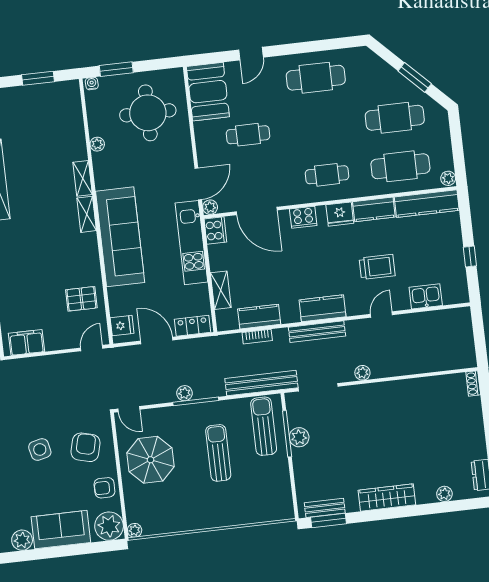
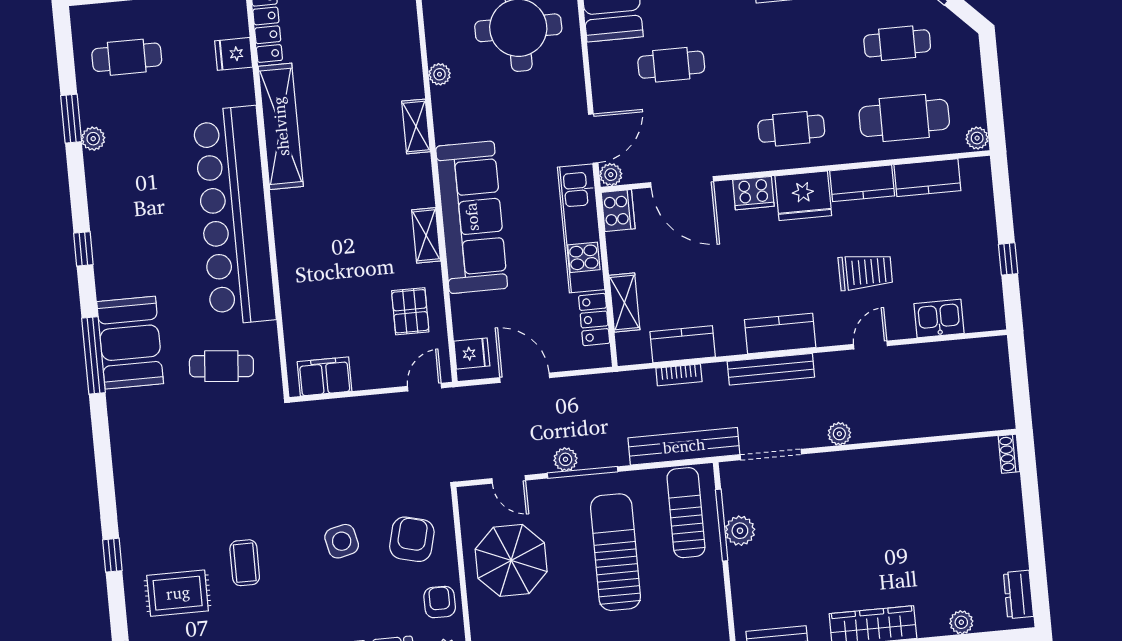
cafe table: (395, 118) -> (897, 43), width x0.73, depth x0.74
kitchen counter: (427, 204) -> (927, 178), width x0.67
shelving: (87, 214) -> (426, 235), moved
fridge: (340, 214) -> (803, 196), width x1.36, depth x1.34
pallet: (81, 299) -> (410, 311), turned 90
locker: (192, 326) -> (594, 320), moved, turned -90
door: (129, 409) -> (509, 479), moved
sun lounger: (218, 453) -> (615, 552), width x1.36, depth x1.34
armchair: (104, 488) -> (440, 602), turned 90

